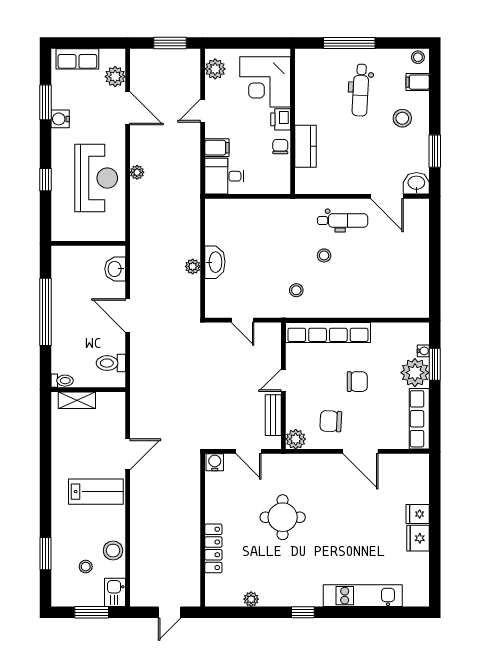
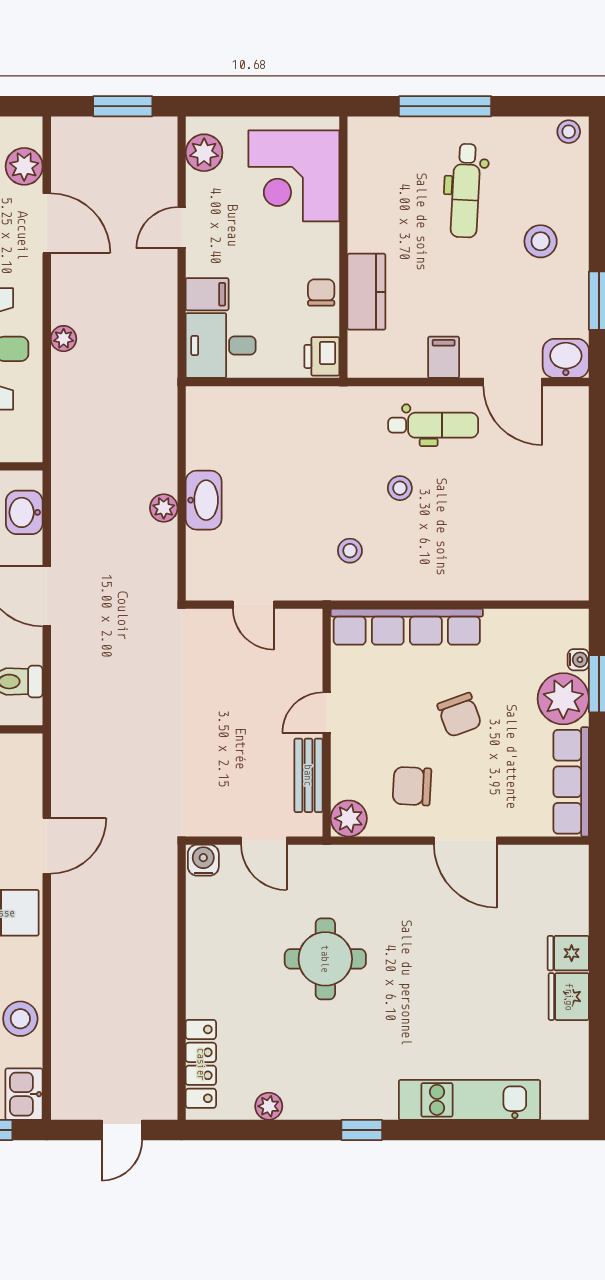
filing cabinet: (418, 82) -> (444, 357), moved, turned 90
printer: (281, 119) -> (322, 356), moved
chair: (357, 382) -> (459, 715), turned 70
locker: (213, 548) -> (201, 1064), moved

